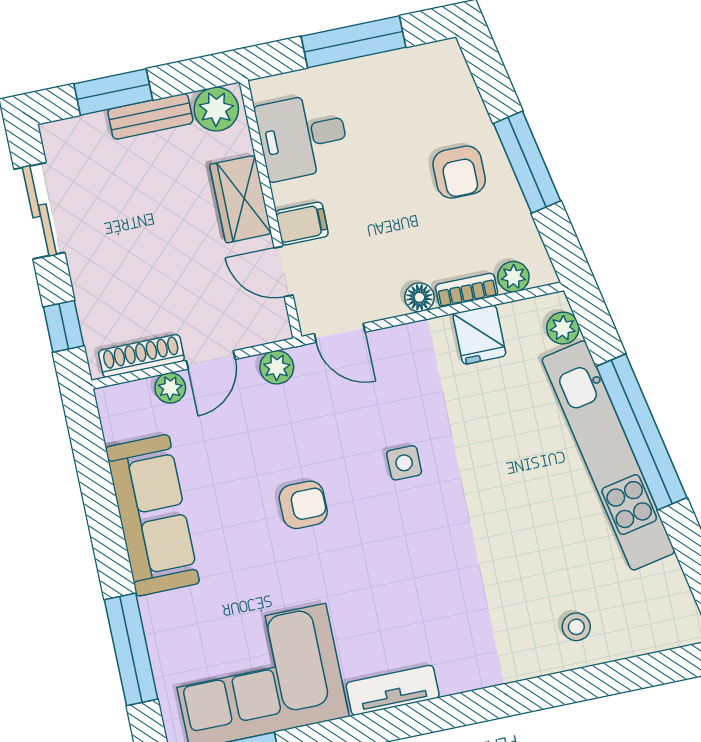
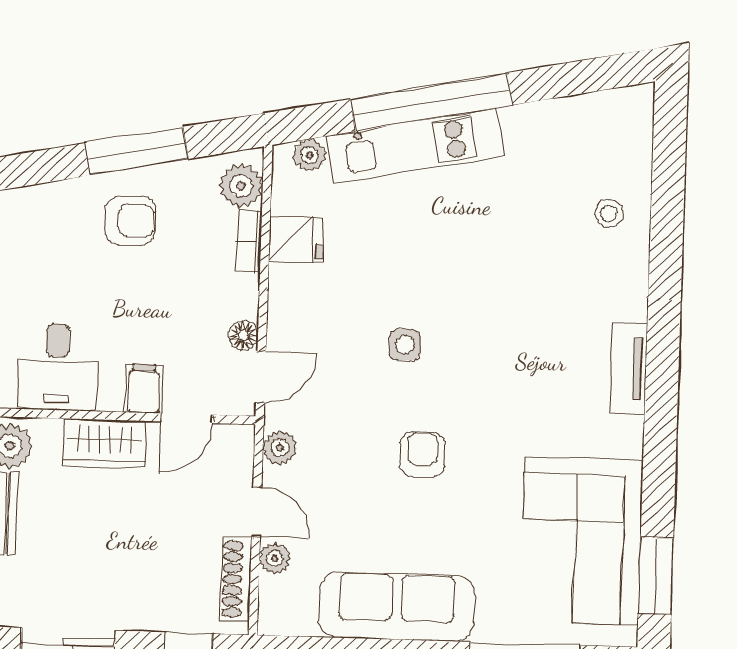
plant: (513, 277) -> (241, 186), width x1.38, depth x1.38
floor lamp: (419, 297) -> (243, 335), moved
kitchen unit: (608, 455) -> (416, 146), width x0.73
tv unit: (393, 690) -> (629, 368), moved

